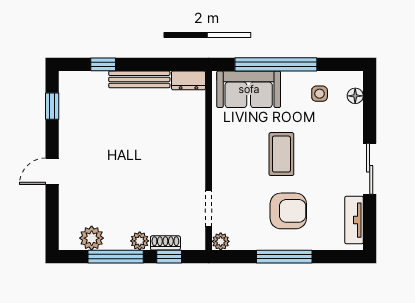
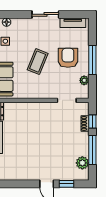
window: (52, 106) -> (67, 184), moved
coffee table: (281, 154) -> (38, 62), turned -68
plant: (140, 241) -> (84, 137), removed
plant: (221, 241) -> (84, 80), moved

